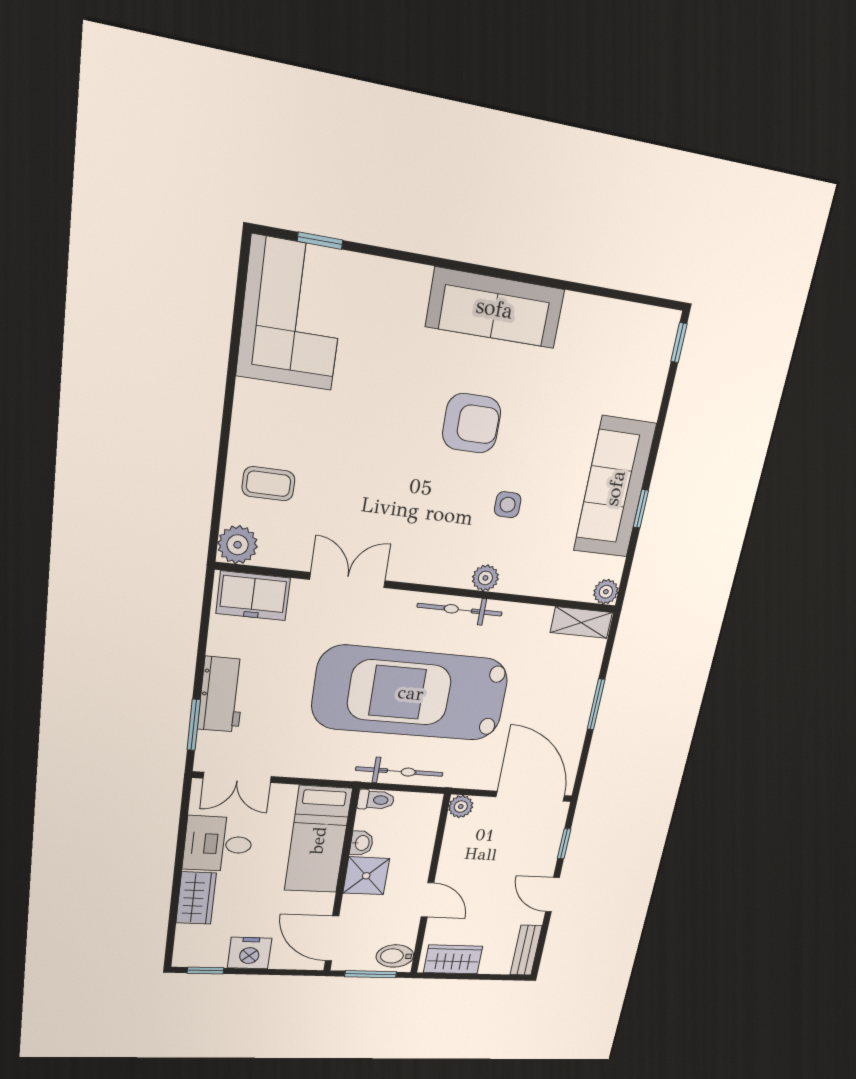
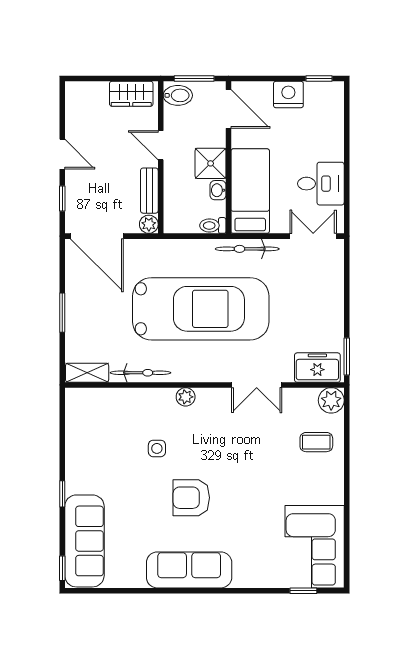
sofa: (615, 488) -> (84, 541), moved
window: (641, 509) -> (62, 494), moved
plant: (485, 578) -> (186, 397), moved
plant: (606, 592) -> (74, 397), removed
bicycle: (460, 610) -> (140, 373), moved
workbench: (222, 695) -> (330, 297), removed
window: (194, 725) -> (347, 357), moved
bicycle: (400, 772) -> (247, 249), moved
wardrobe: (196, 898) -> (332, 139), removed
bench: (526, 950) -> (149, 191), moved

